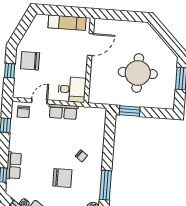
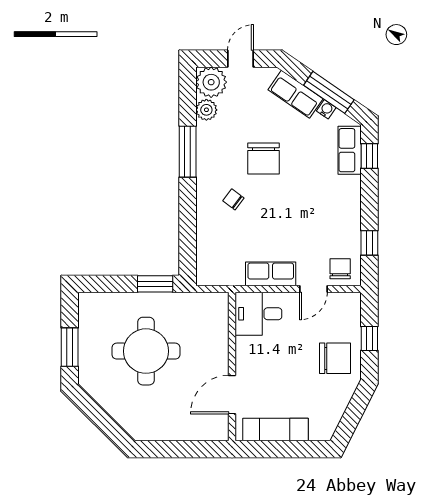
row of seats: (14, 166) -> (350, 150), moved
chair: (62, 178) -> (263, 158), turned -90

